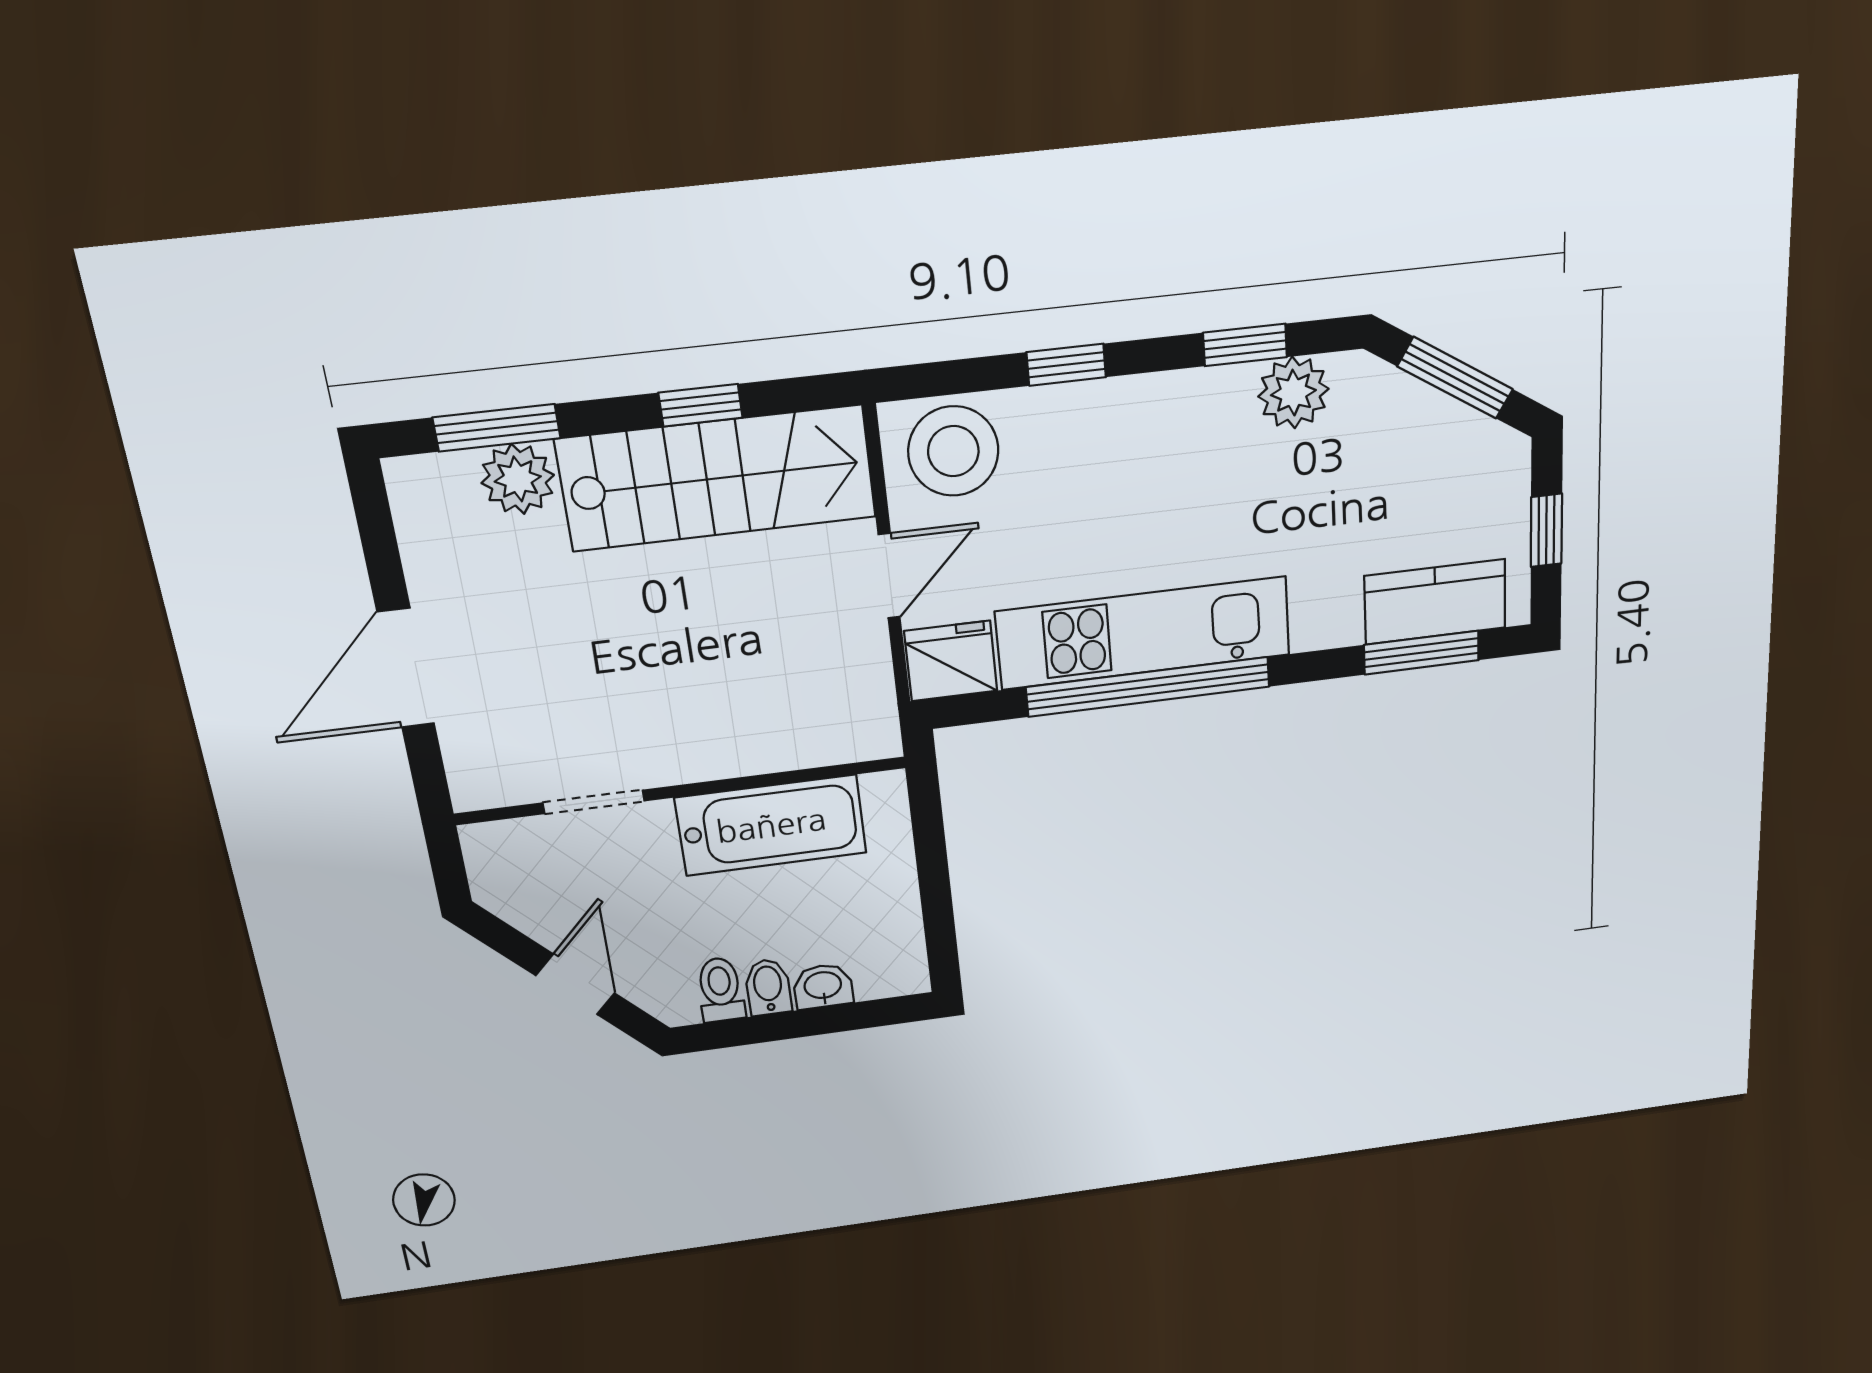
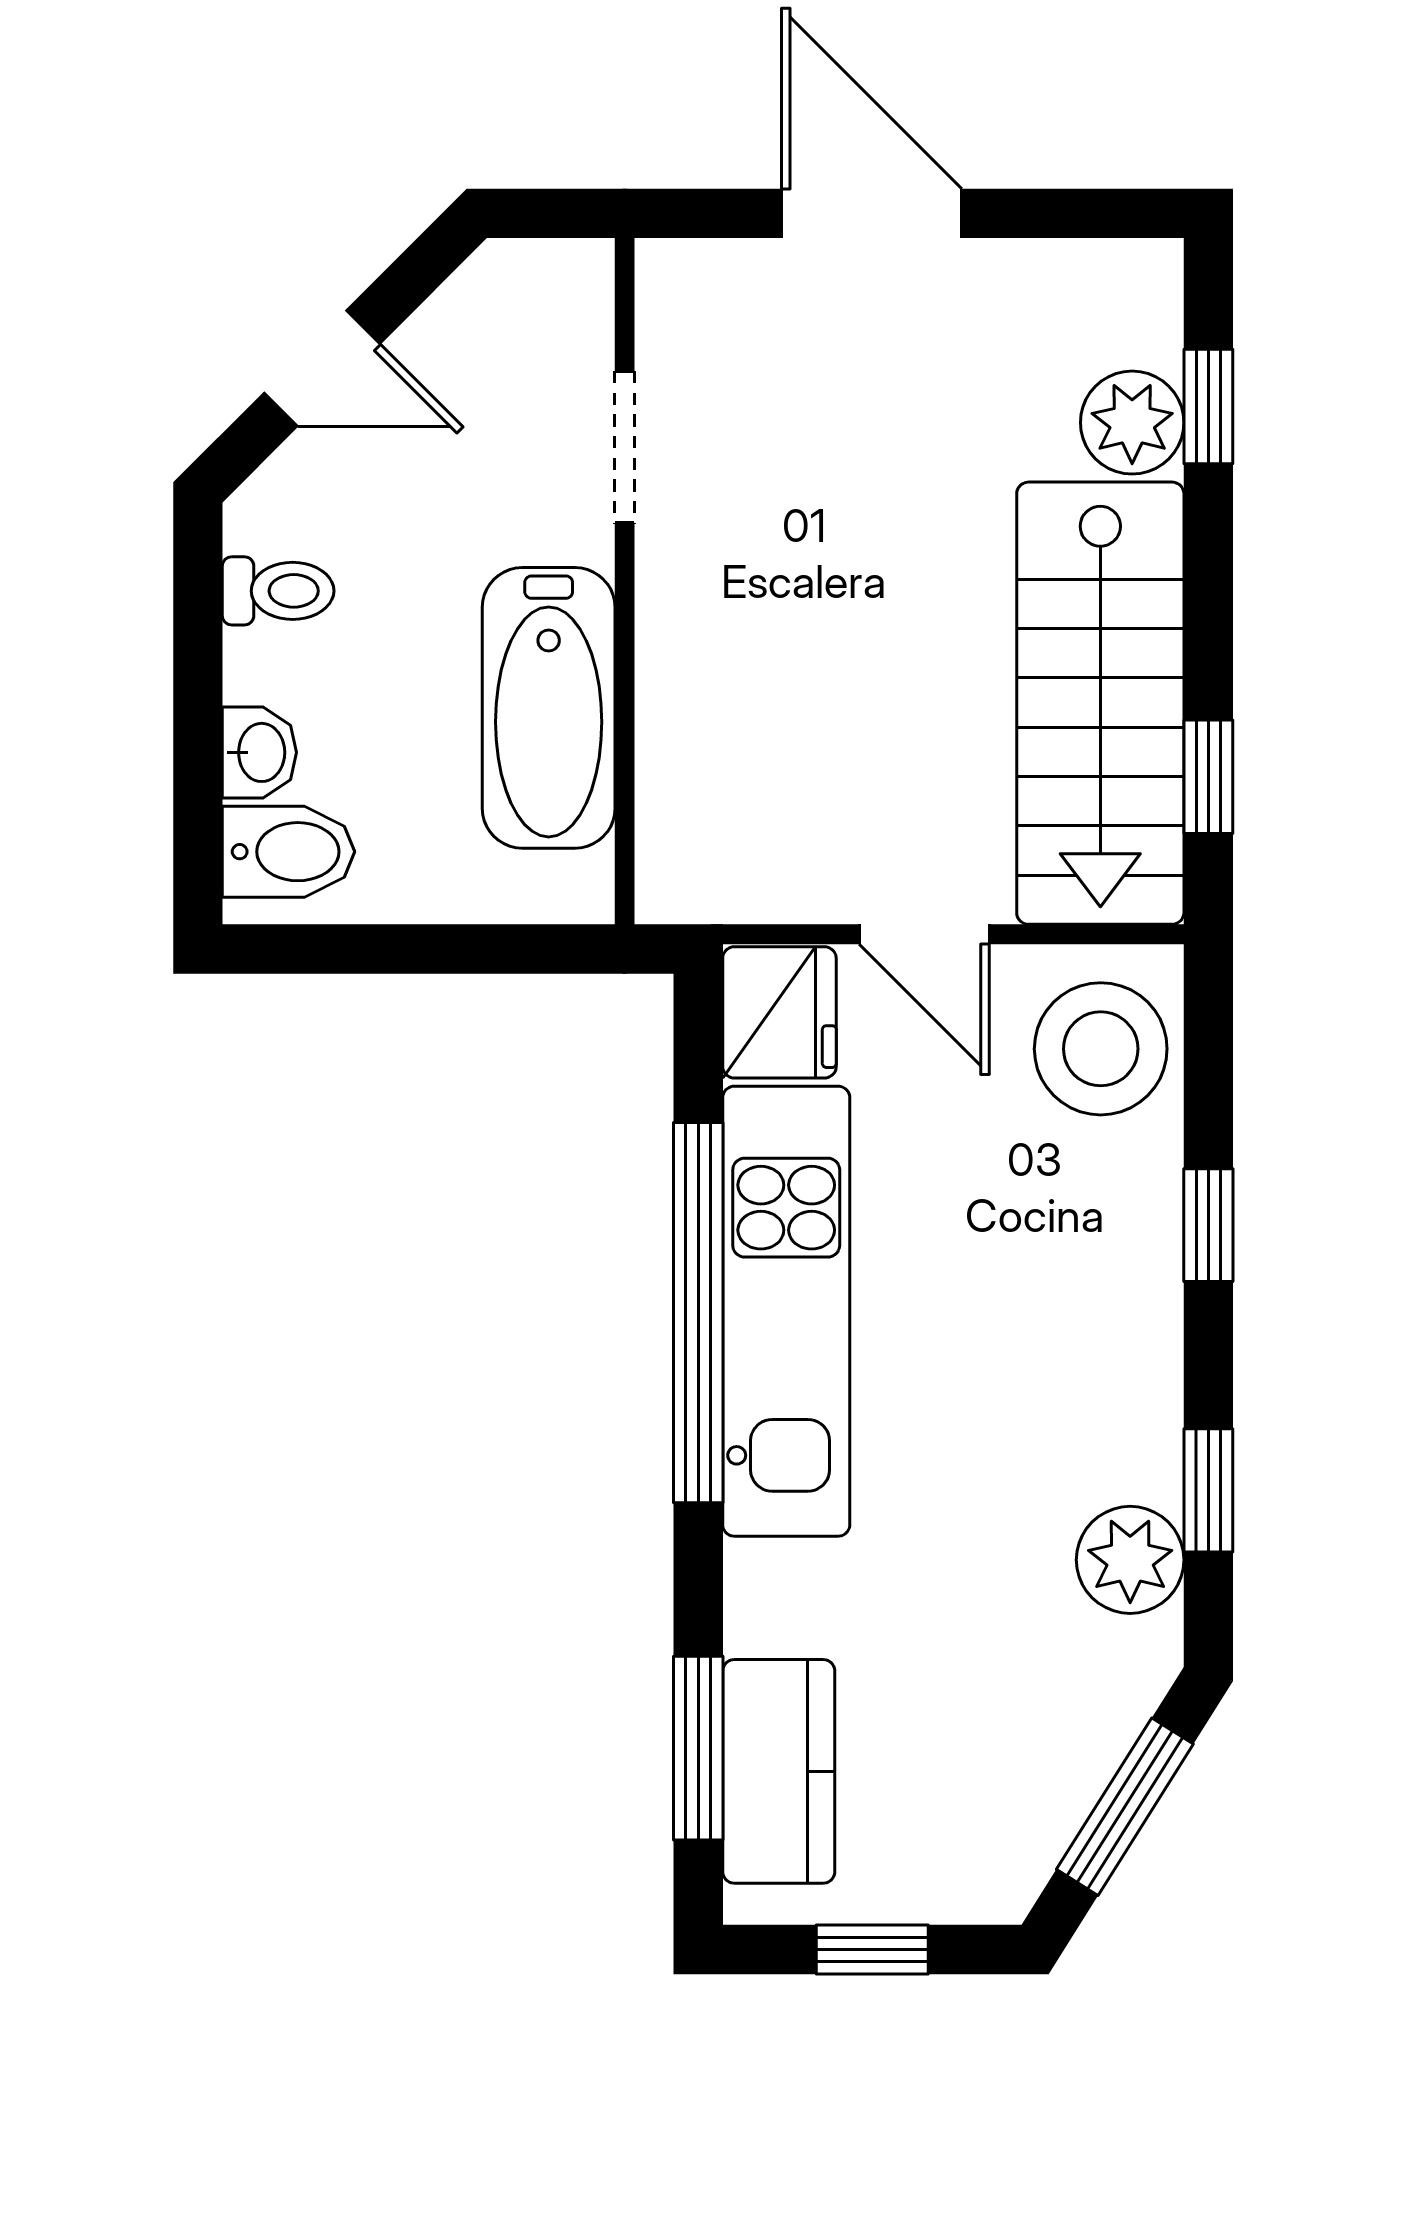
window: (701, 405) -> (1208, 777), moved
window: (497, 428) -> (1208, 407), width x0.67
bidet: (768, 987) -> (289, 852), moved, width x1.38, depth x1.36

